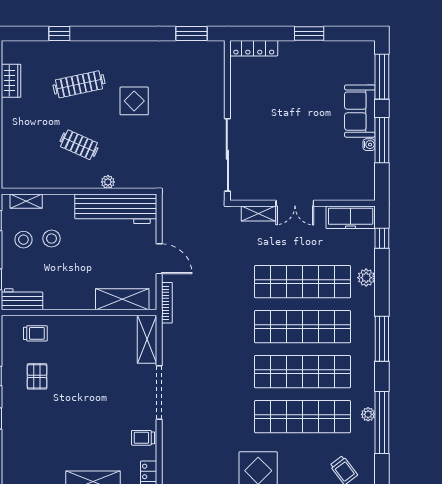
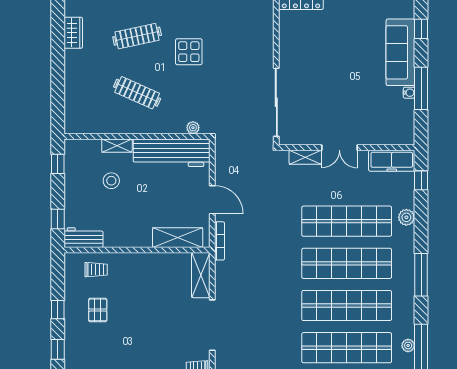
window: (382, 77) -> (421, 29), width x0.46
sofa: (360, 111) -> (400, 52), width x1.36
clothes rail: (79, 145) -> (137, 93), width x1.36
plant: (108, 182) -> (193, 128), moved
shelving: (26, 201) -> (117, 146), moved
stool: (23, 240) -> (85, 182), removed

